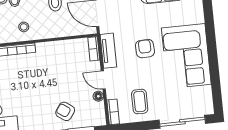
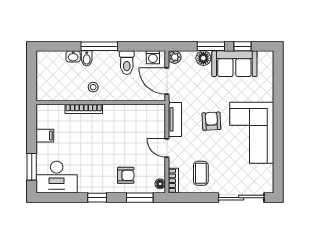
bookcase: (94, 49) -> (161, 116), removed
floor lamp: (98, 96) -> (160, 184), moved
armchair: (65, 111) -> (126, 175), turned 145

